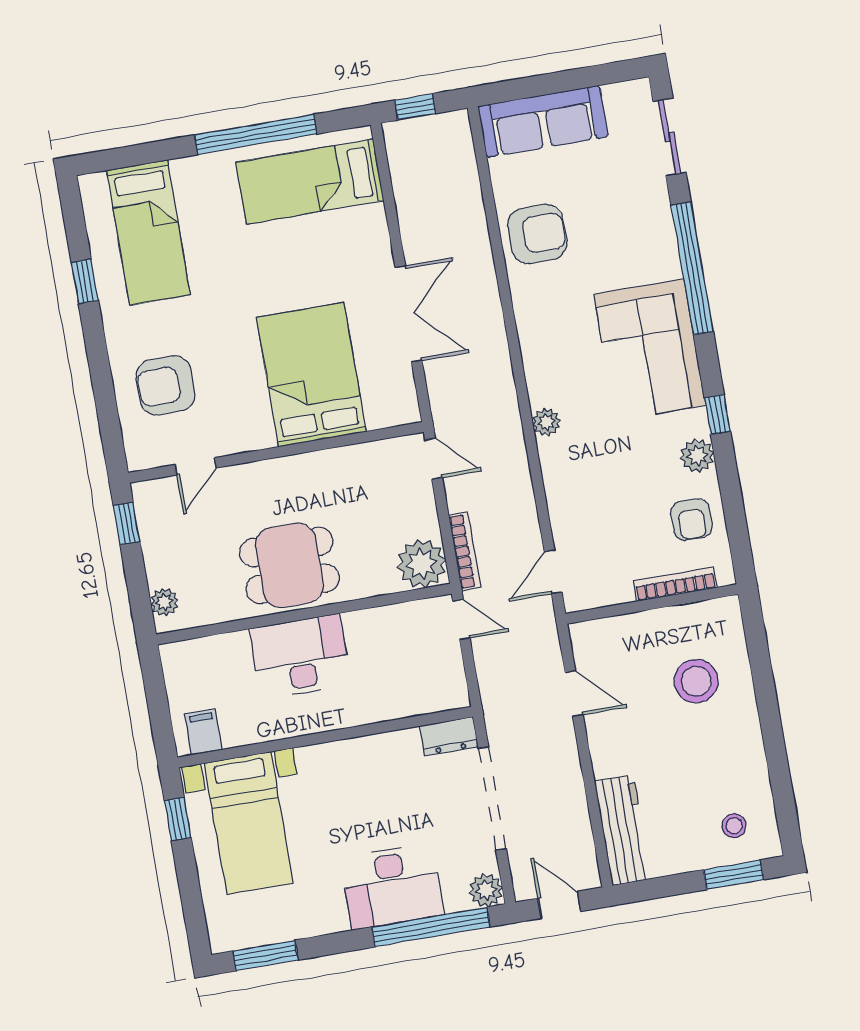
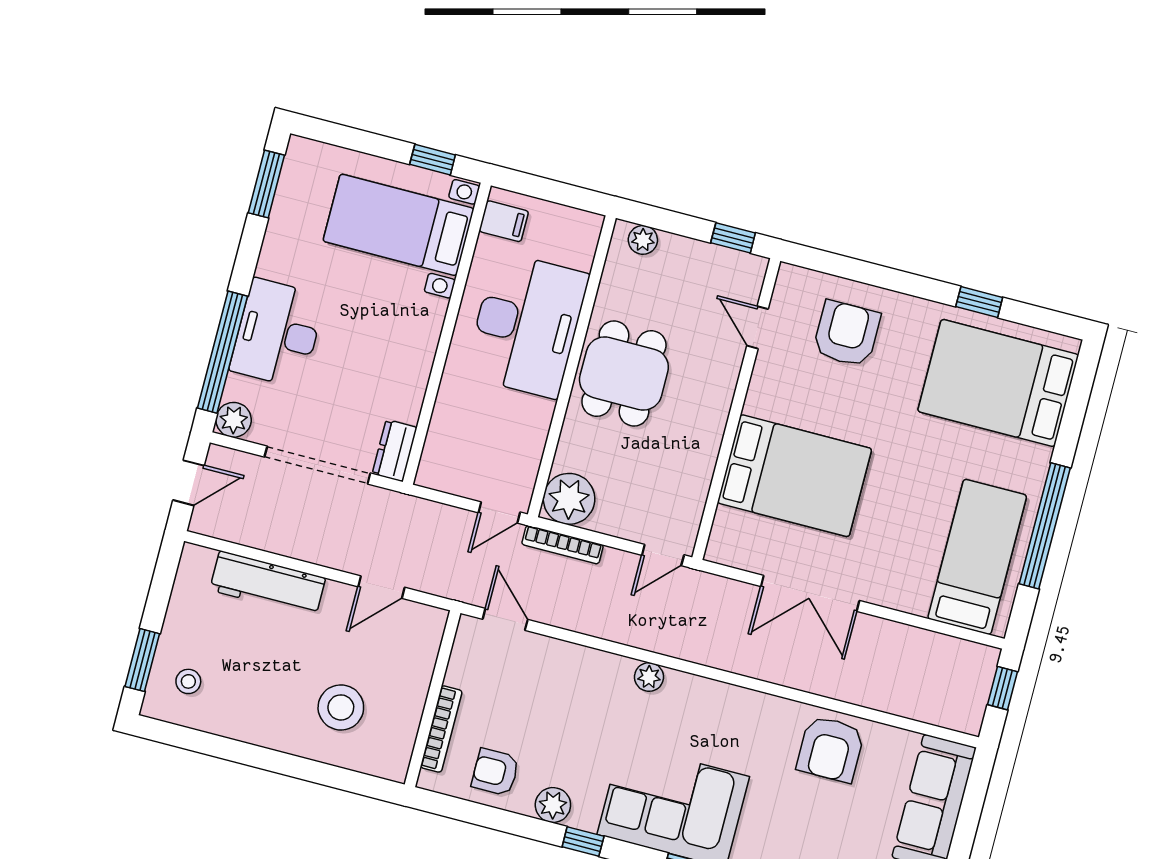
bed: (148, 233) -> (998, 383), width x1.50
desk: (300, 657) -> (527, 325), width x1.36, depth x1.30
workbench: (623, 830) -> (268, 584), moved

